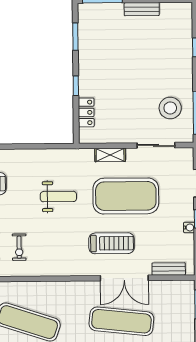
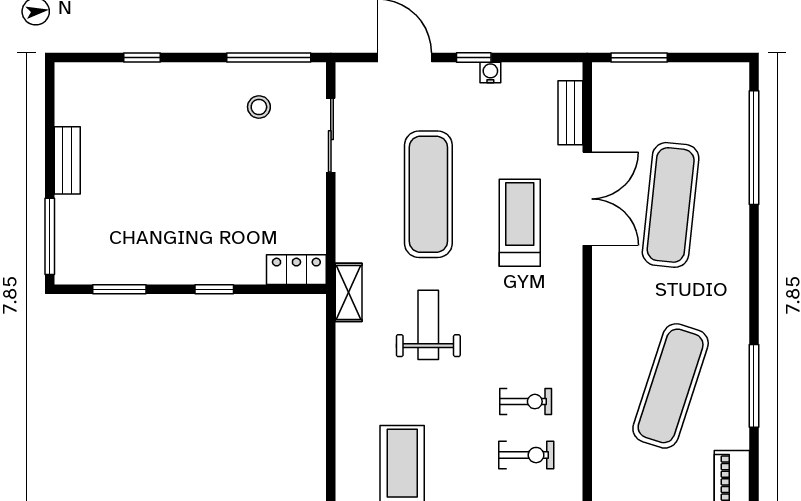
stool: (170, 108) -> (259, 107), width x0.53, depth x0.53
locker: (86, 112) -> (296, 270), moved
shelving: (110, 155) -> (349, 292), moved
exercise mat: (126, 196) -> (428, 194), width x0.68

